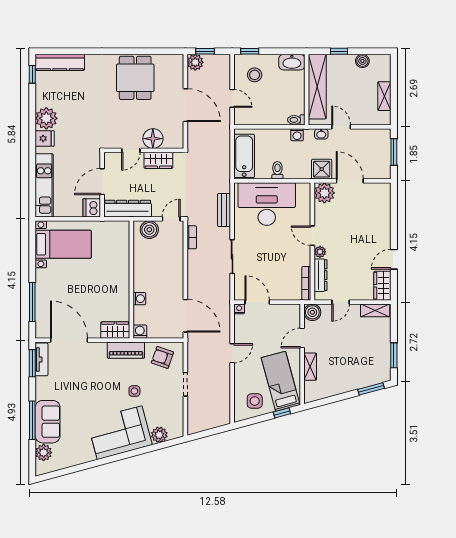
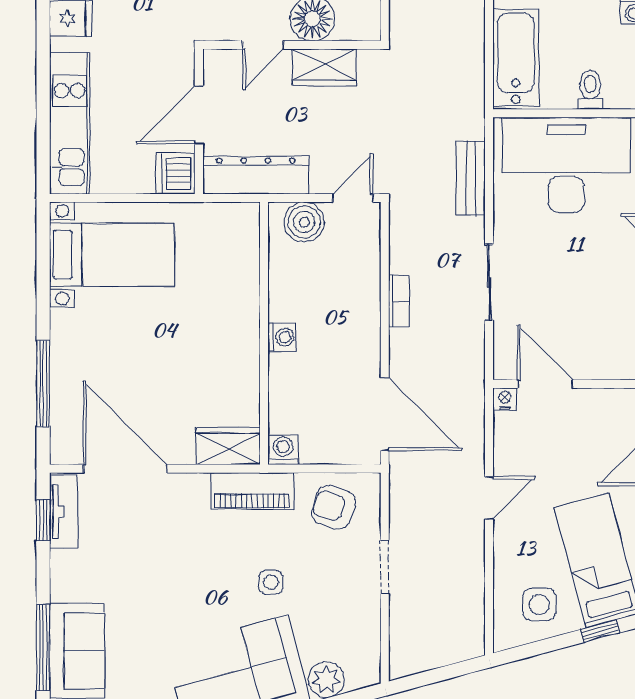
bookcase: (192, 237) -> (399, 301), moved
washing machine: (139, 299) -> (282, 337), moved
window: (32, 363) -> (43, 520), width x0.67

